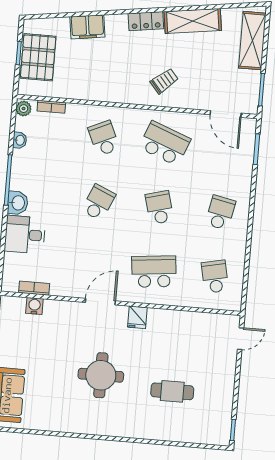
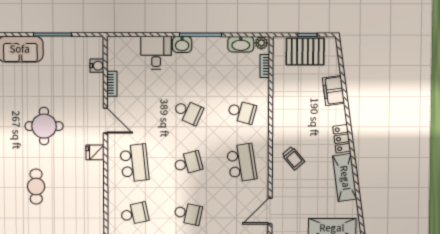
school desk: (104, 138) -> (242, 112), turned 39
washbasin: (20, 140) -> (241, 44), width x1.91, depth x1.45
school desk: (165, 143) -> (242, 163), turned -30
bookcase: (34, 288) -> (112, 84), moved

